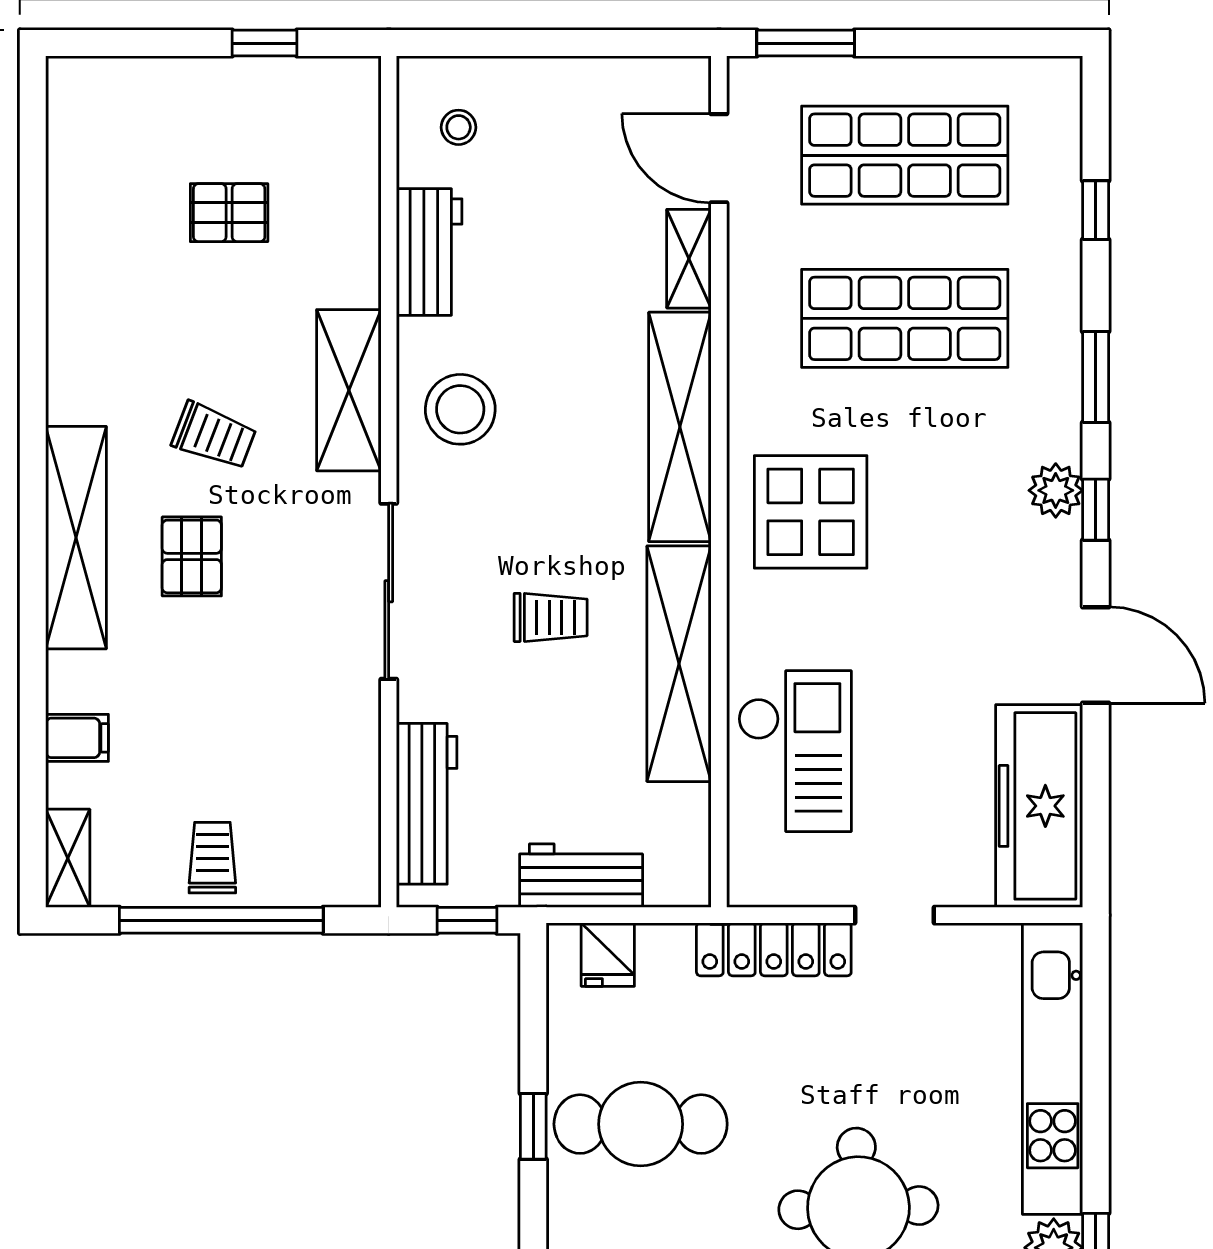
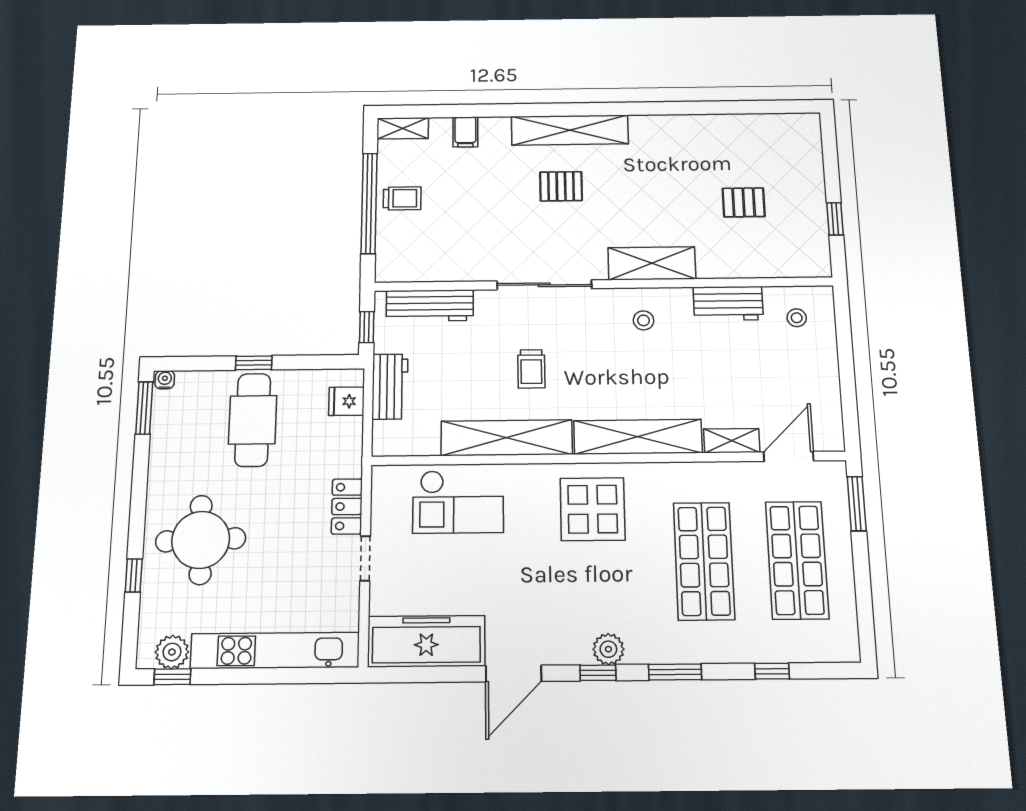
pallet: (229, 213) -> (744, 202), turned 90
stool: (460, 409) -> (644, 320), width x0.53, depth x0.53
trolley: (214, 436) -> (625, 196), removed
locker: (774, 949) -> (347, 506), width x0.66

